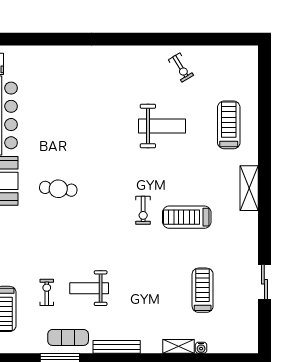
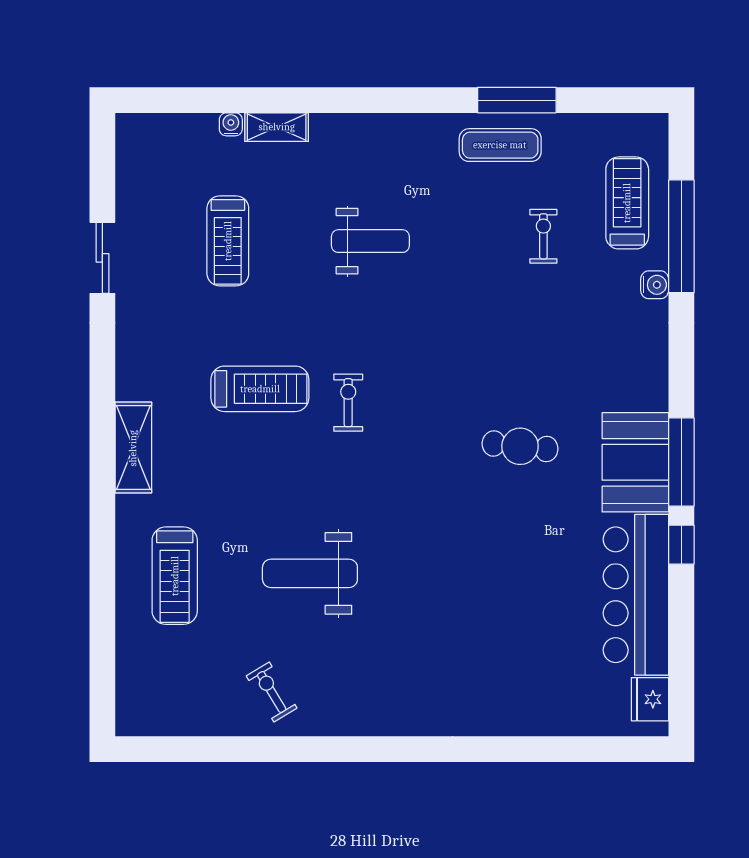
weight bench: (89, 288) -> (370, 241), moved
exercise bike: (47, 292) -> (543, 236), turned 180
bench: (117, 347) -> (402, 126), removed

